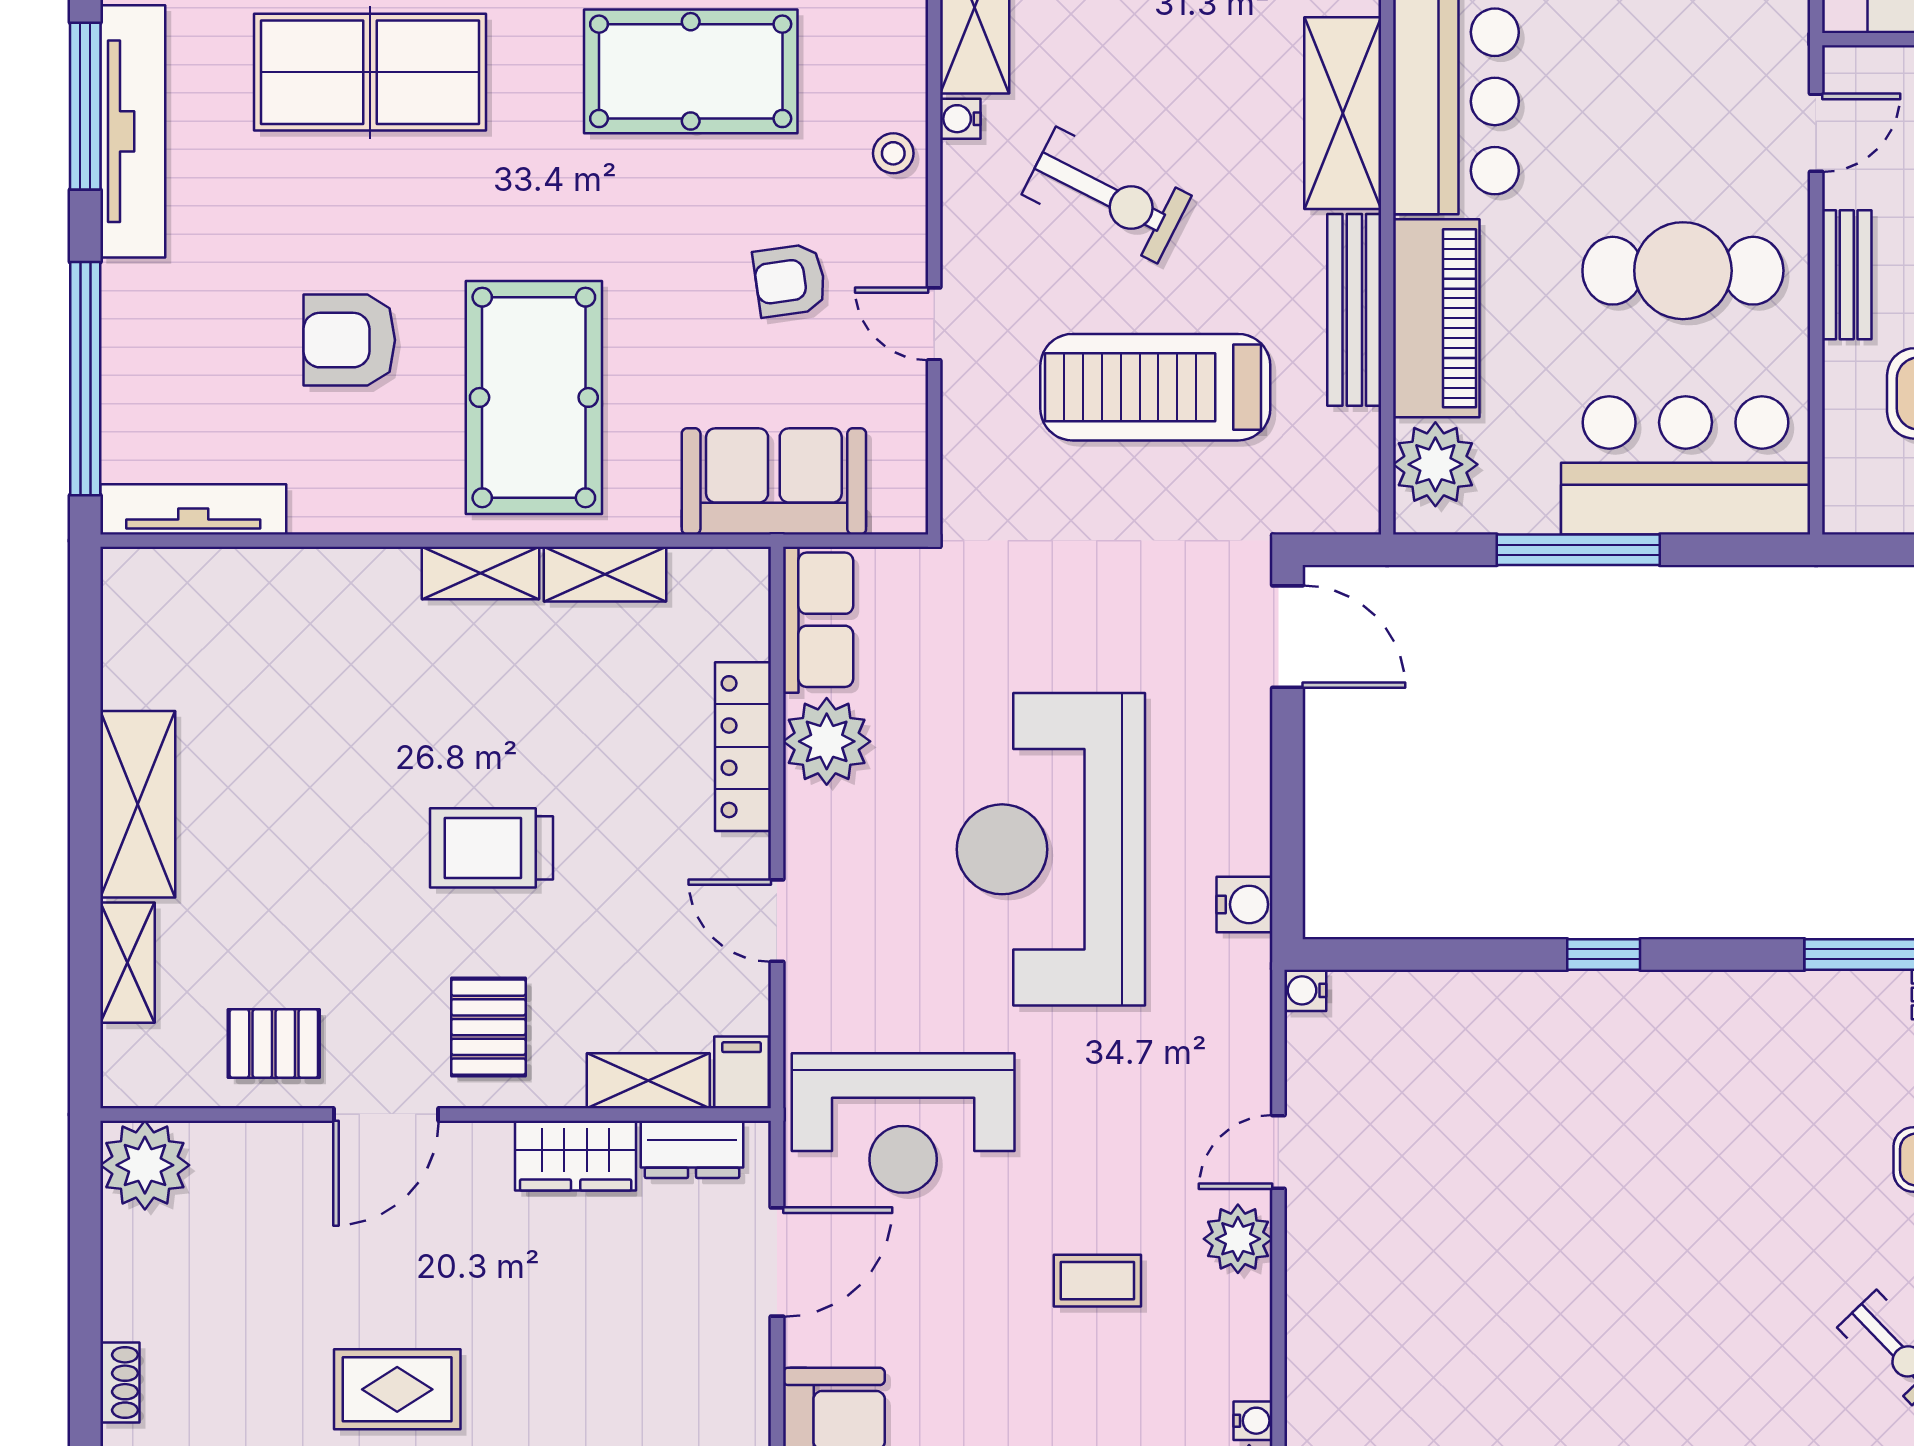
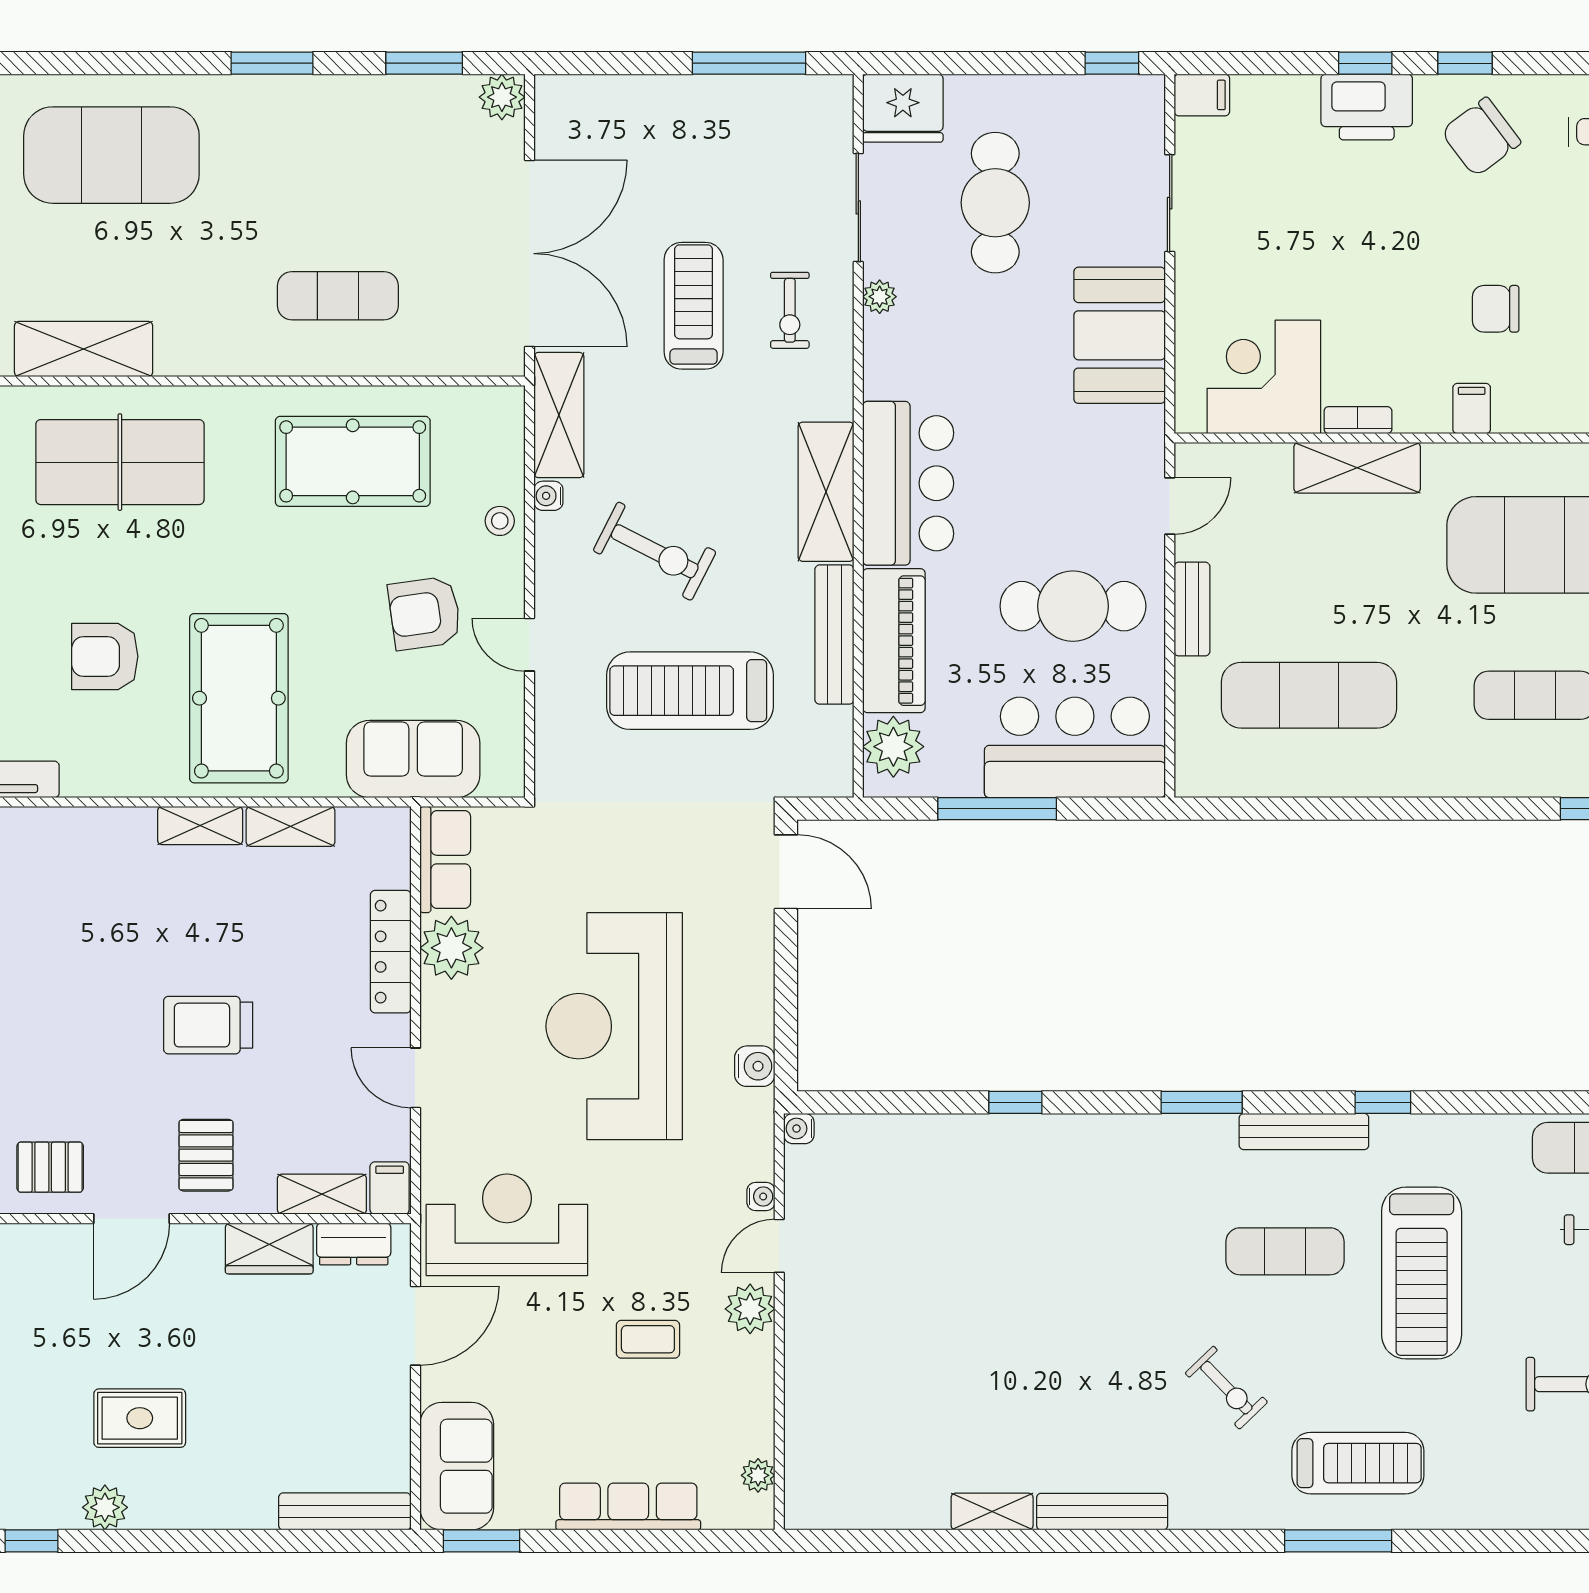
armchair: (790, 280) -> (425, 613), width x1.38, depth x1.38
reception desk: (903, 1123) -> (507, 1225), turned 180
water cooler: (1253, 1421) -> (761, 1196), moved

